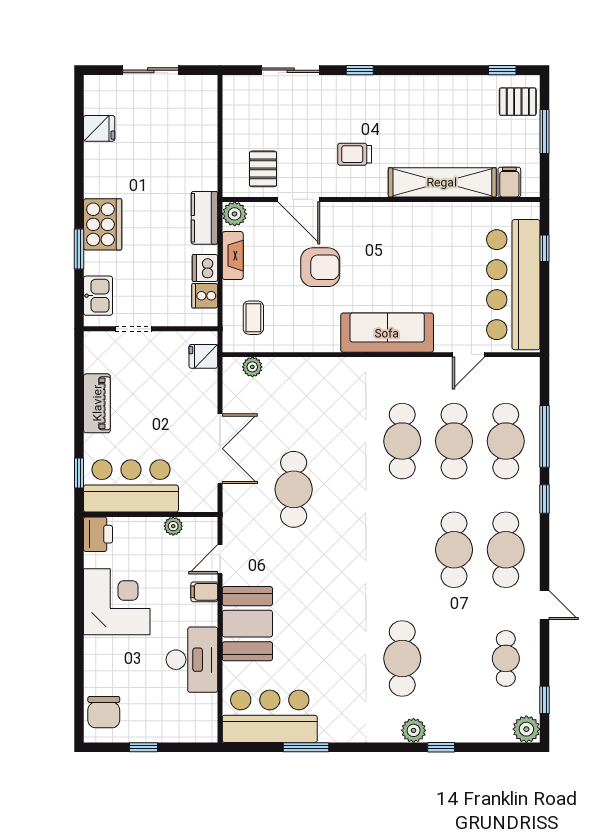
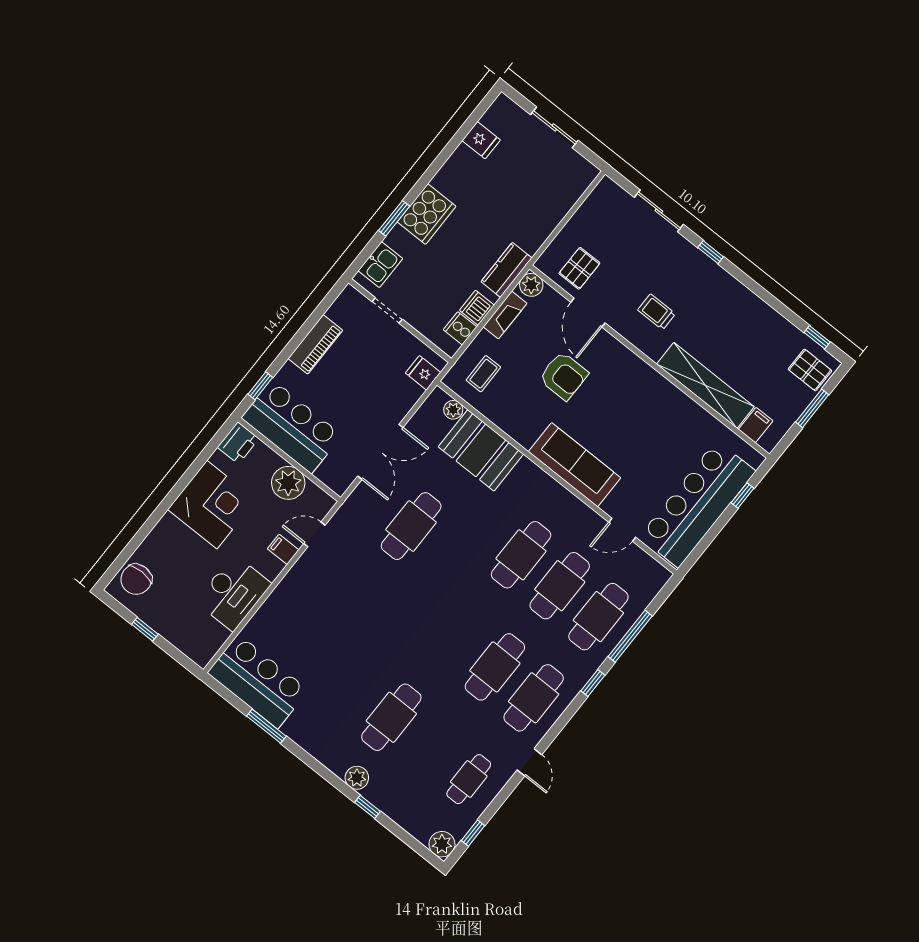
plant: (173, 526) -> (288, 483), width x1.88, depth x1.88
booth: (247, 624) -> (481, 450), moved, turned 90

